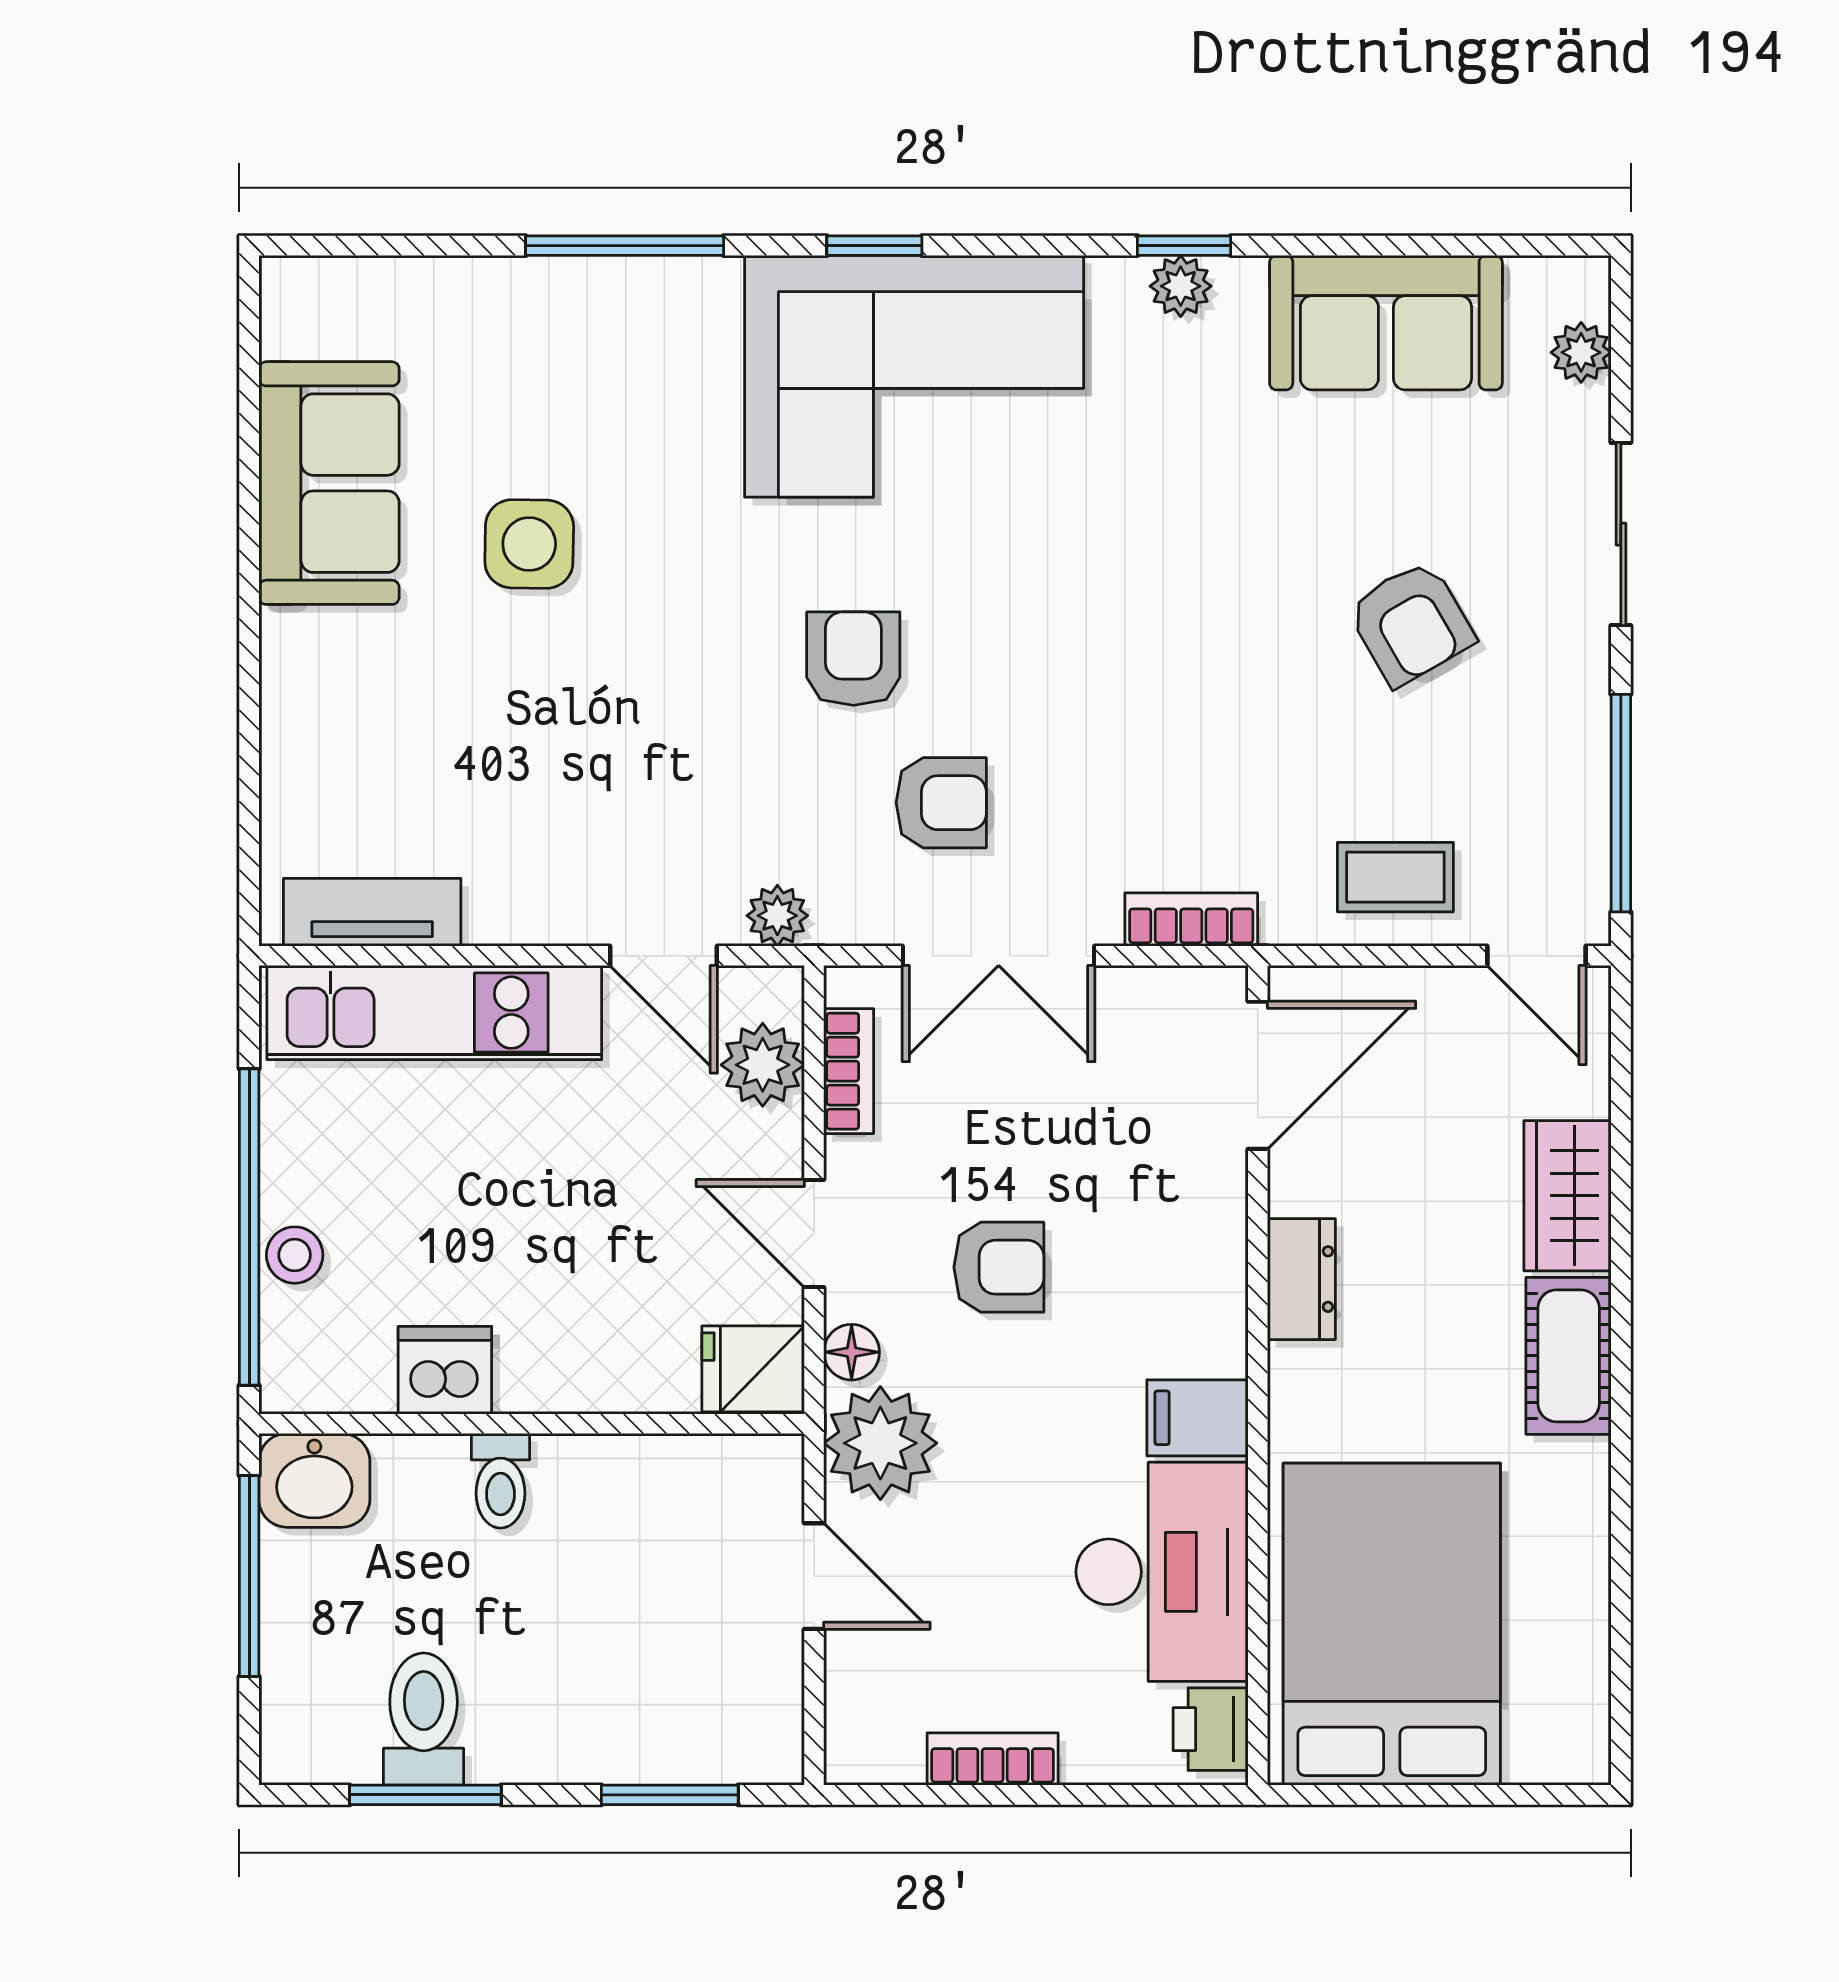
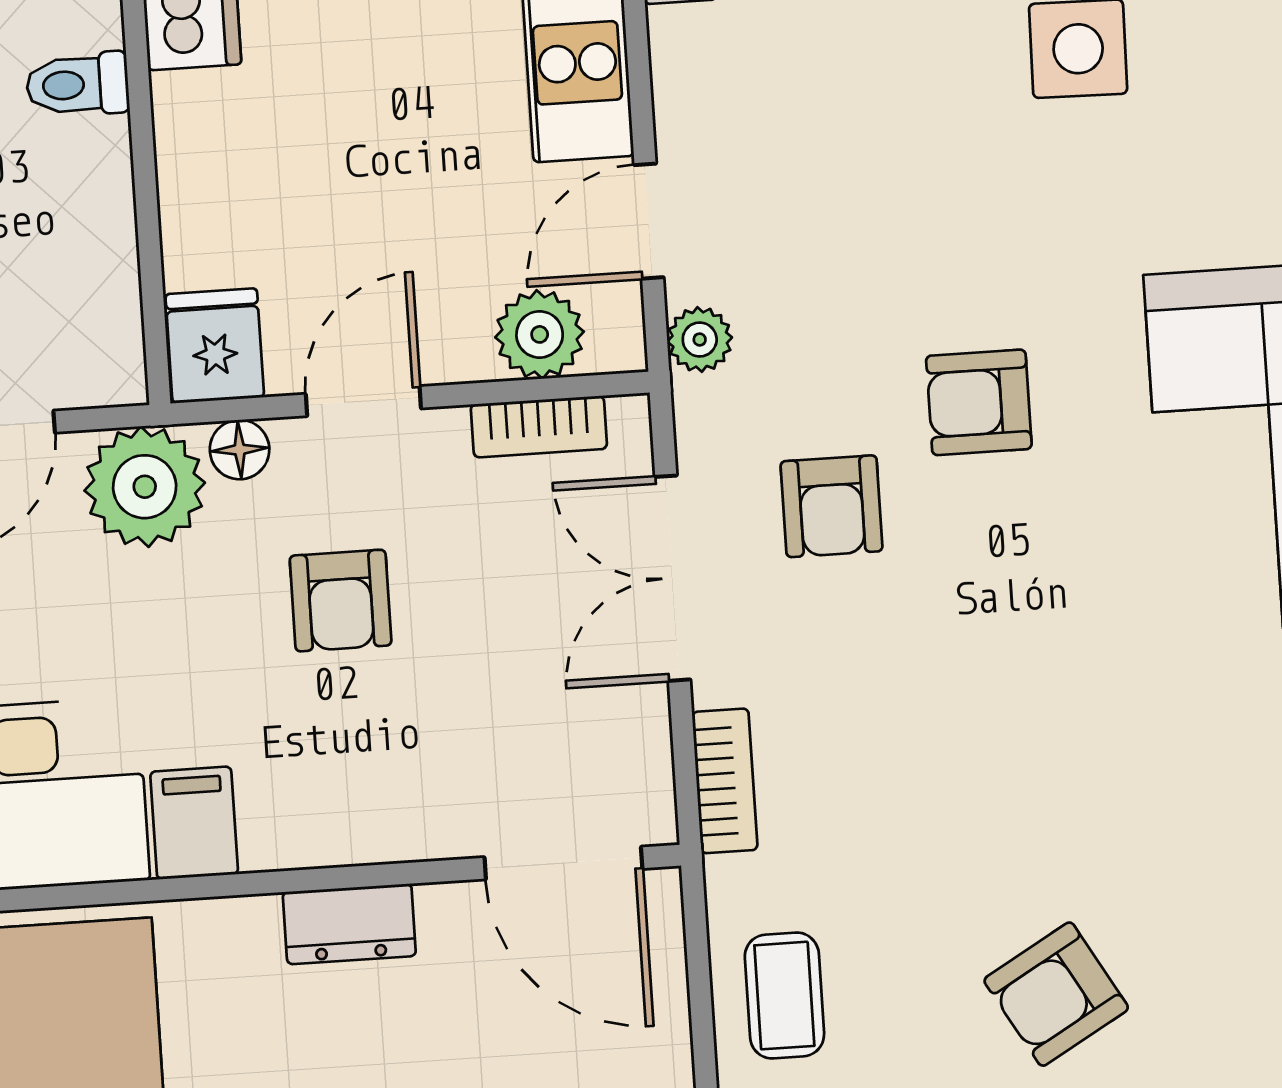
armchair: (853, 659) -> (979, 402), turned 180

